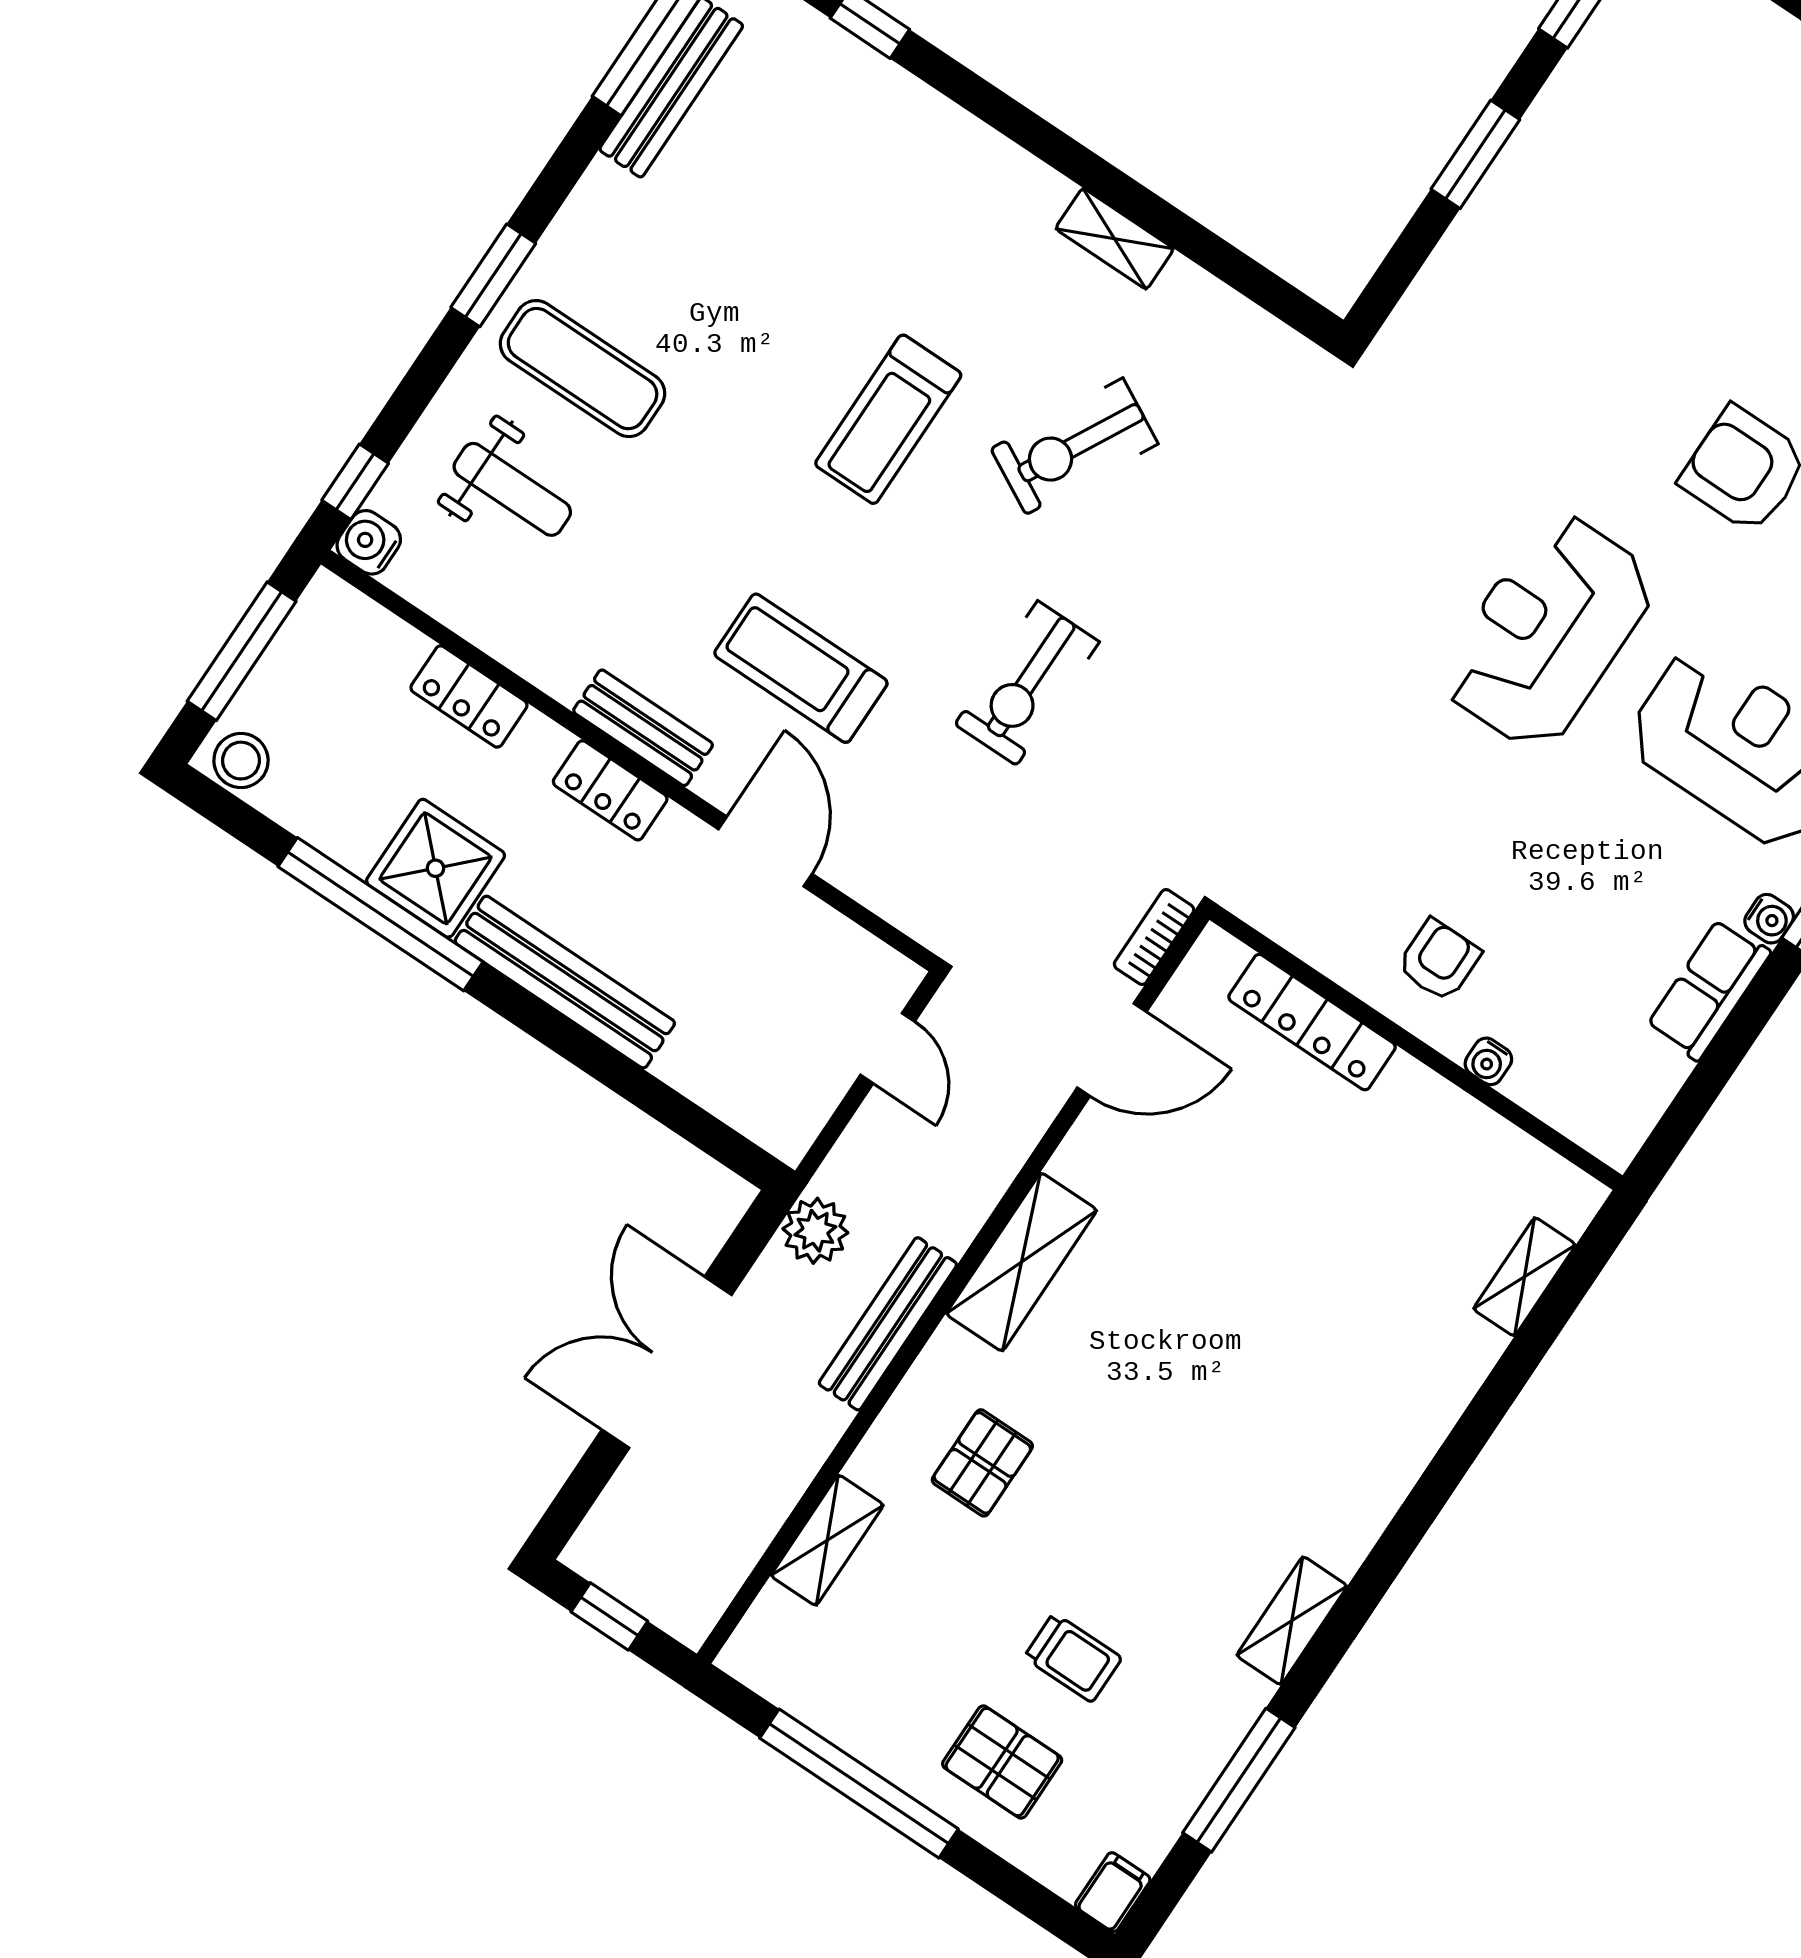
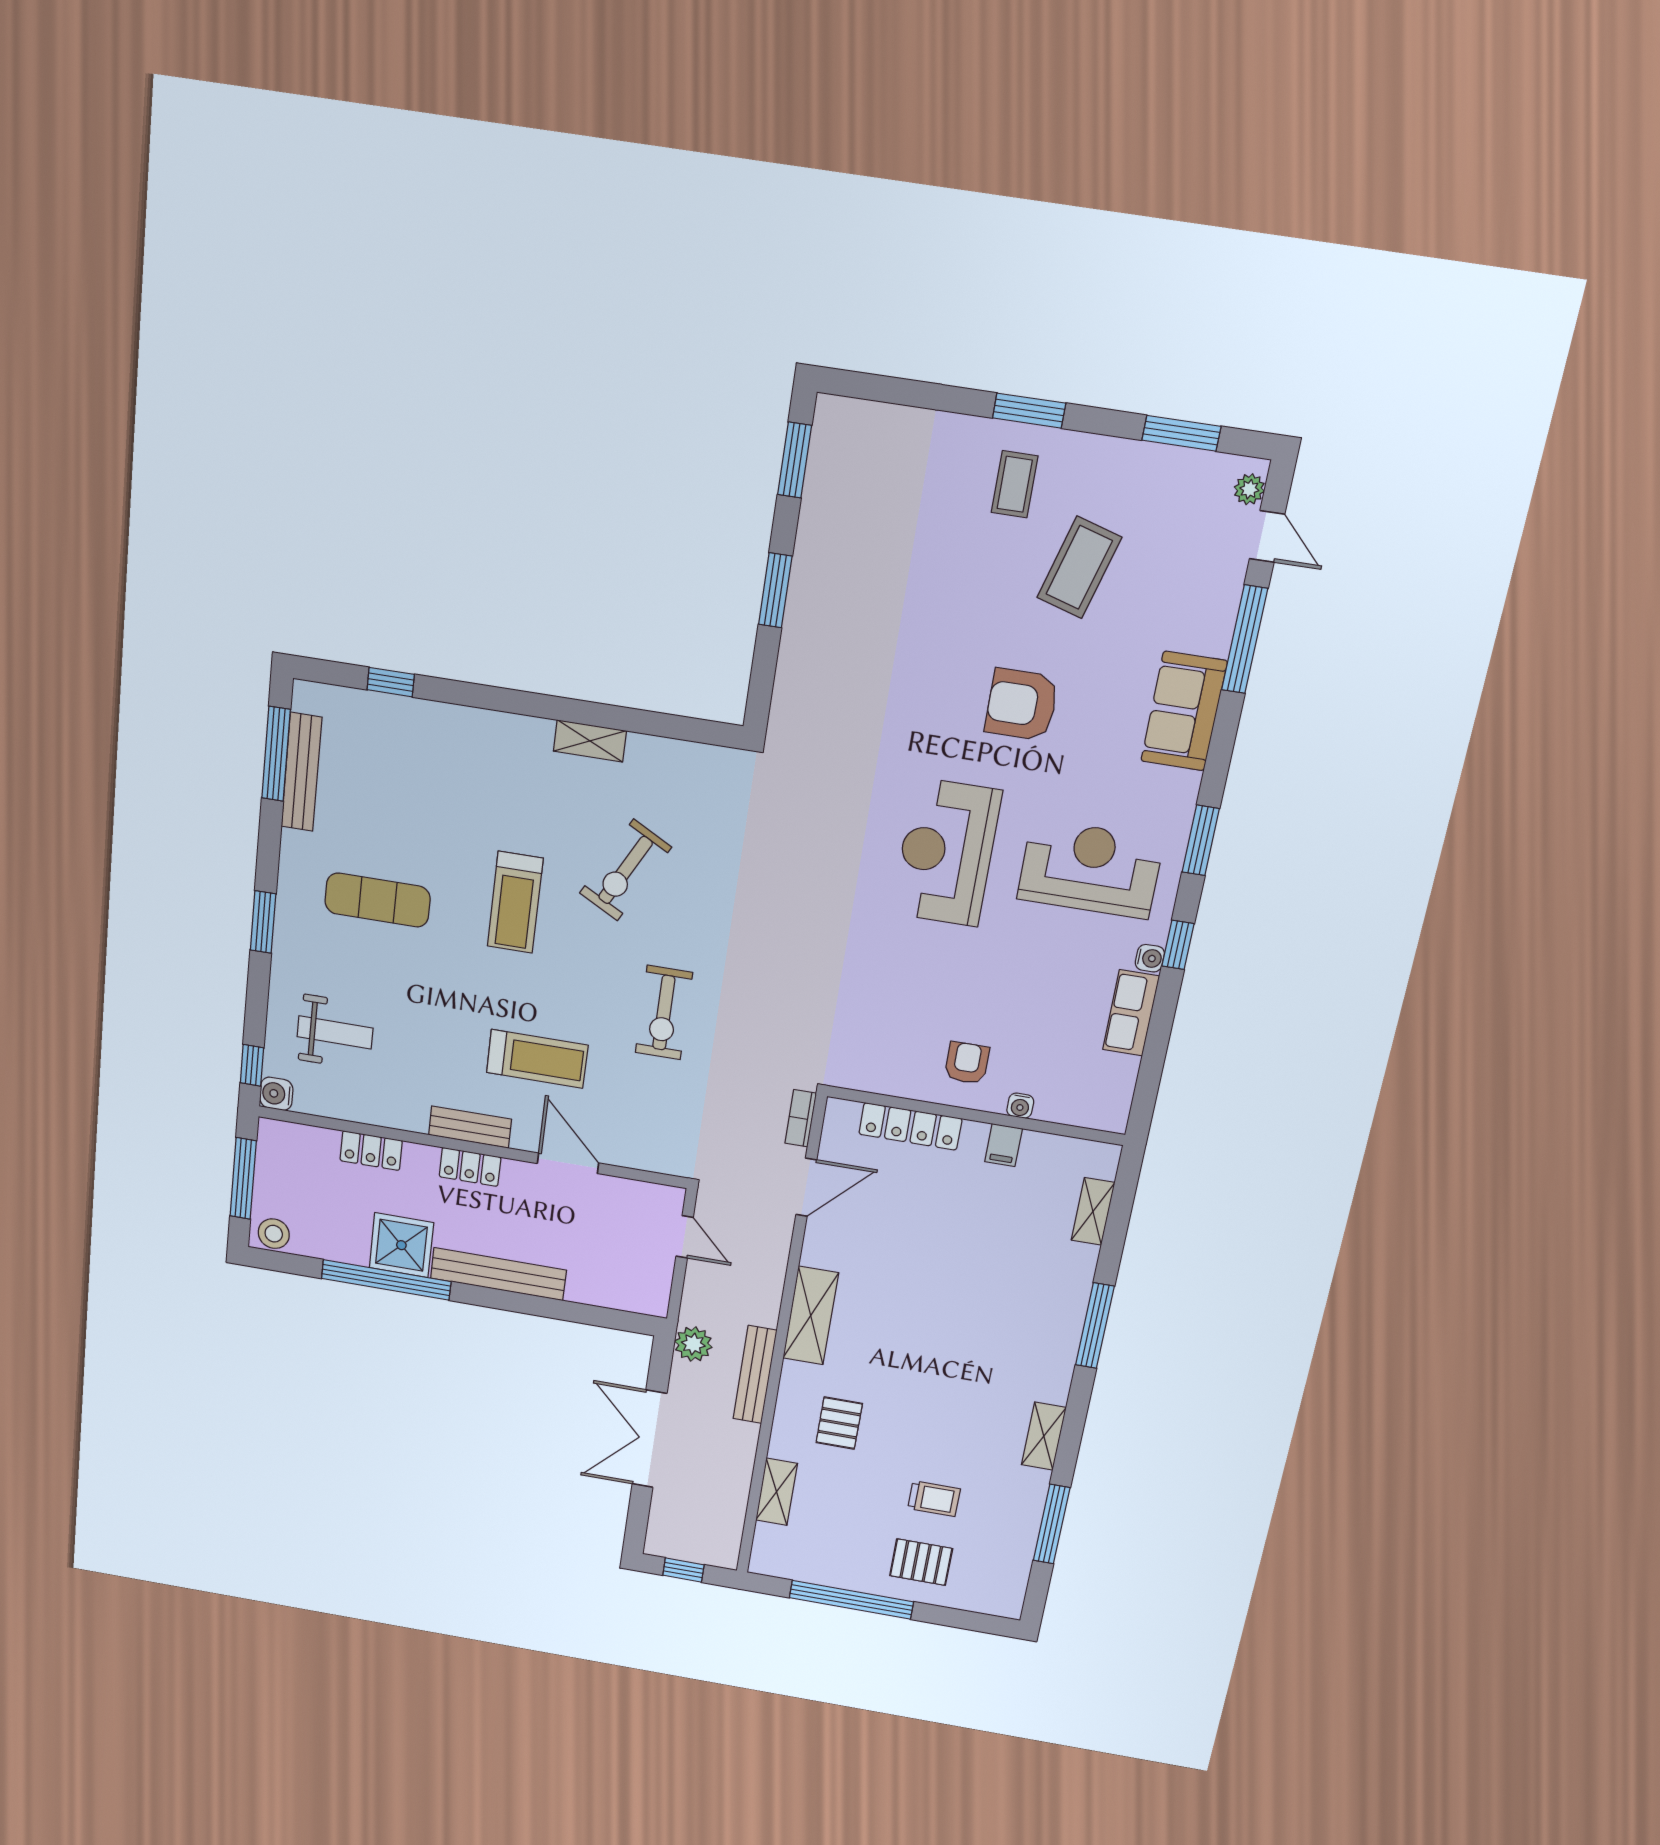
exercise mat: (583, 369) -> (378, 900), moved
treadmill: (801, 668) -> (537, 1059), turned 180
window: (1449, 1466) -> (1095, 1326), added
filing cabinet: (1113, 1892) -> (1004, 1145), moved, turned 180

